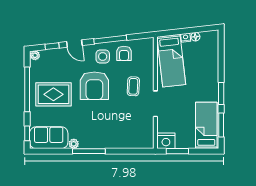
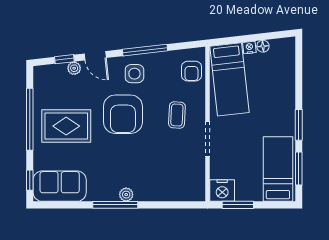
armchair: (124, 53) -> (192, 71), moved
plant: (35, 55) -> (74, 68), moved
plant: (74, 144) -> (126, 195), moved

